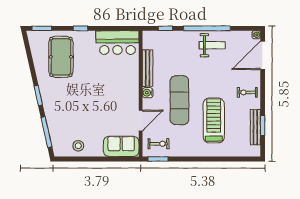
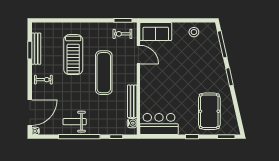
water cooler: (148, 93) -> (132, 123), moved
door: (141, 121) -> (138, 55), swing flipped

